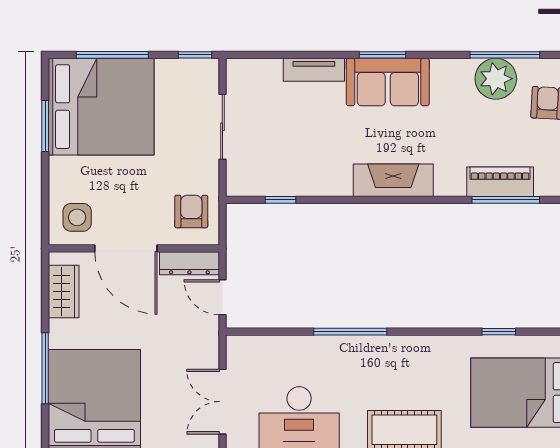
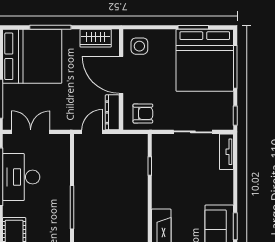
tv unit: (314, 70) -> (226, 152), moved
door: (126, 248) -> (121, 75), hinge flipped

